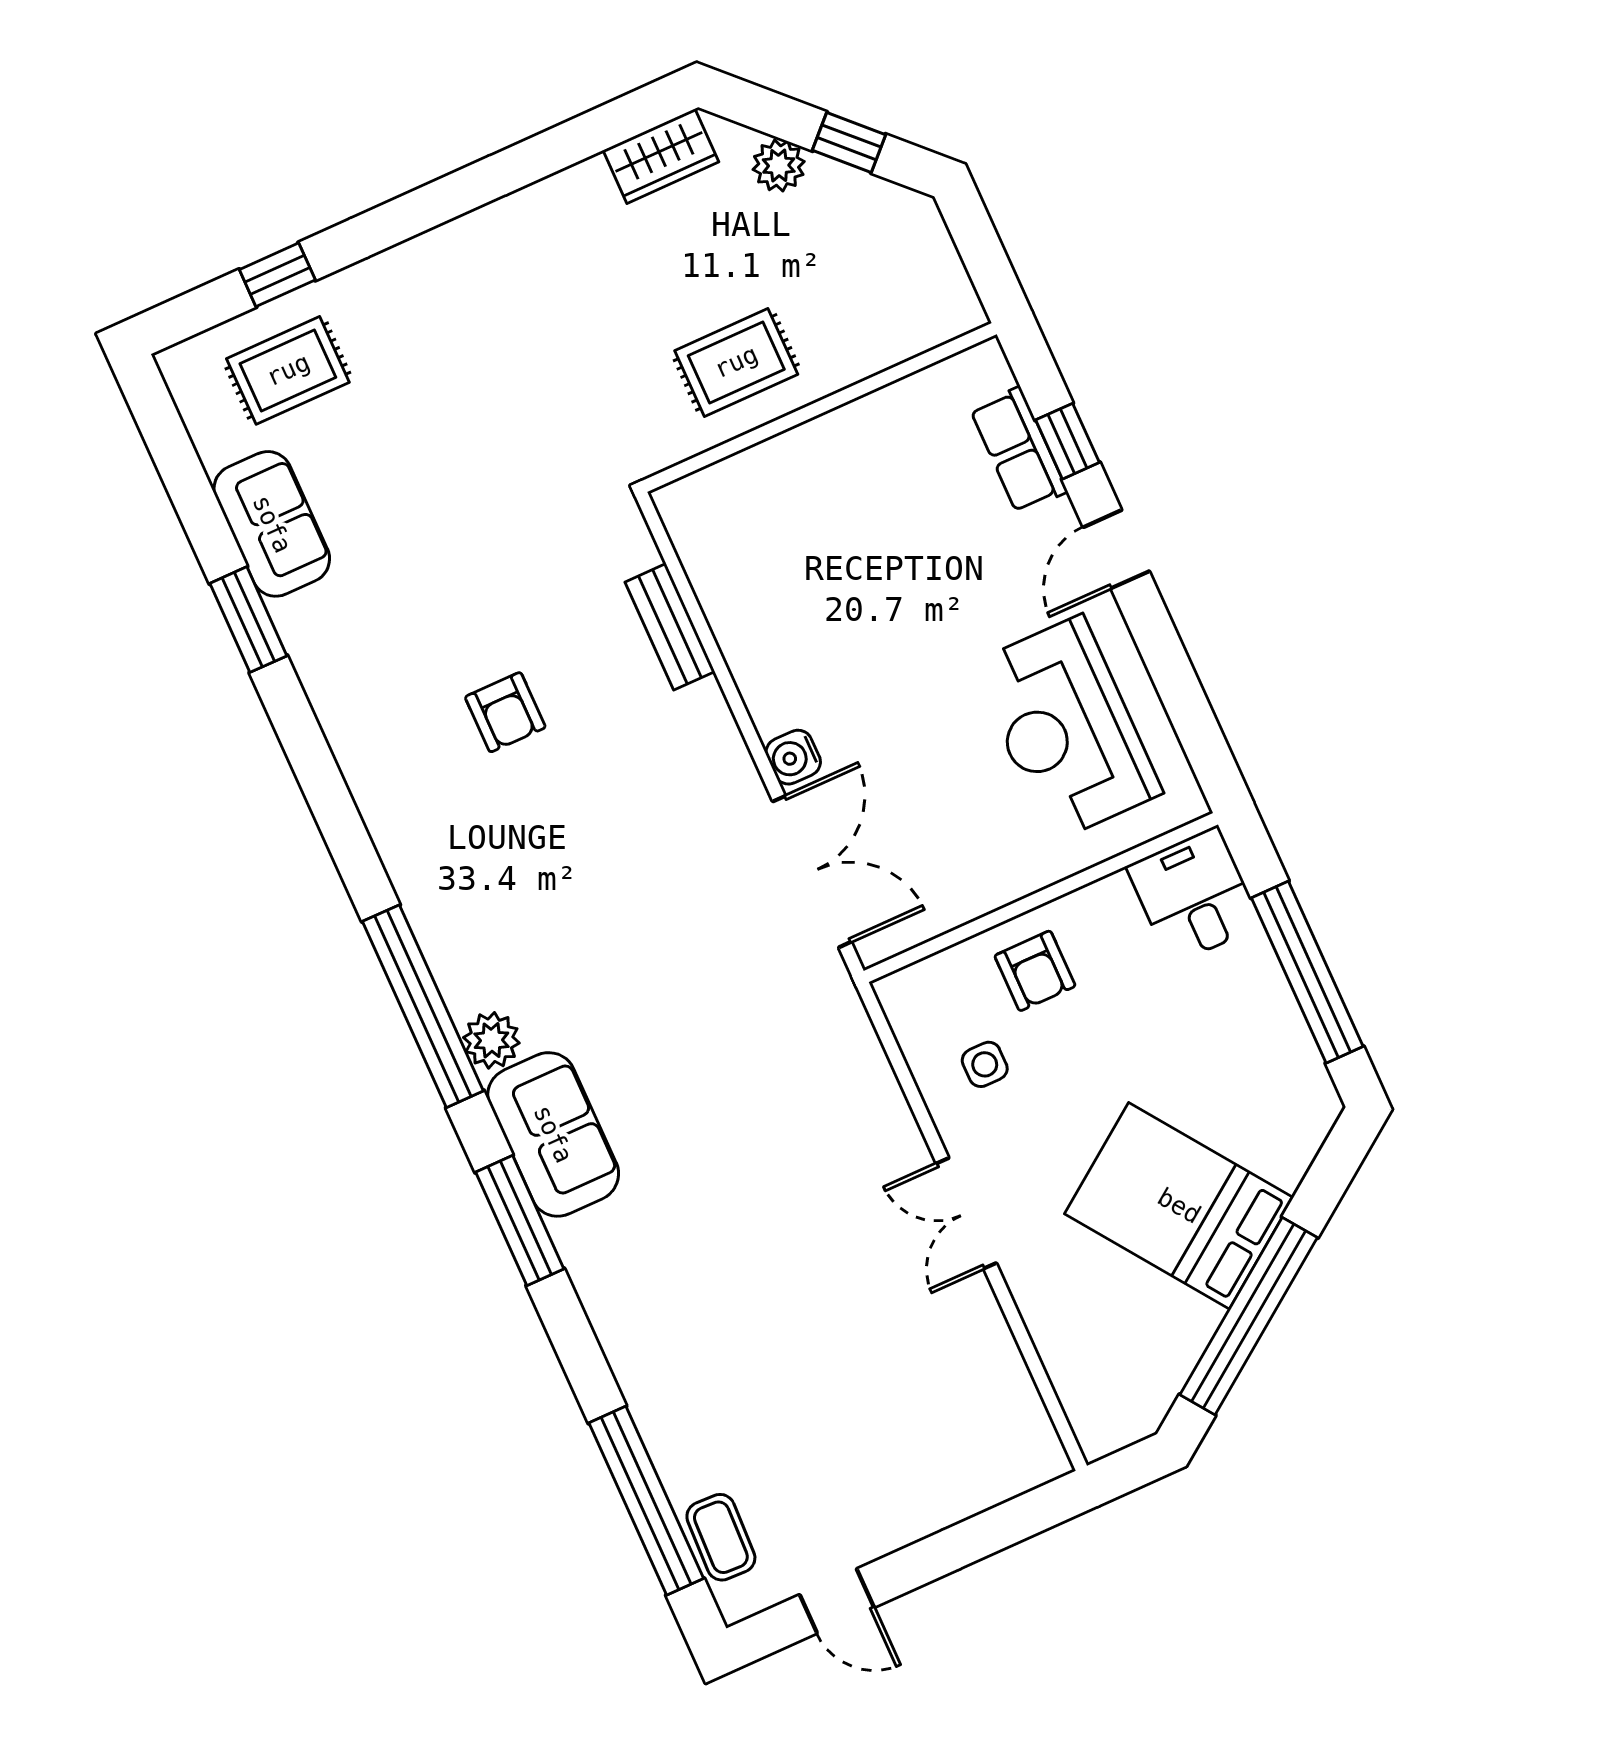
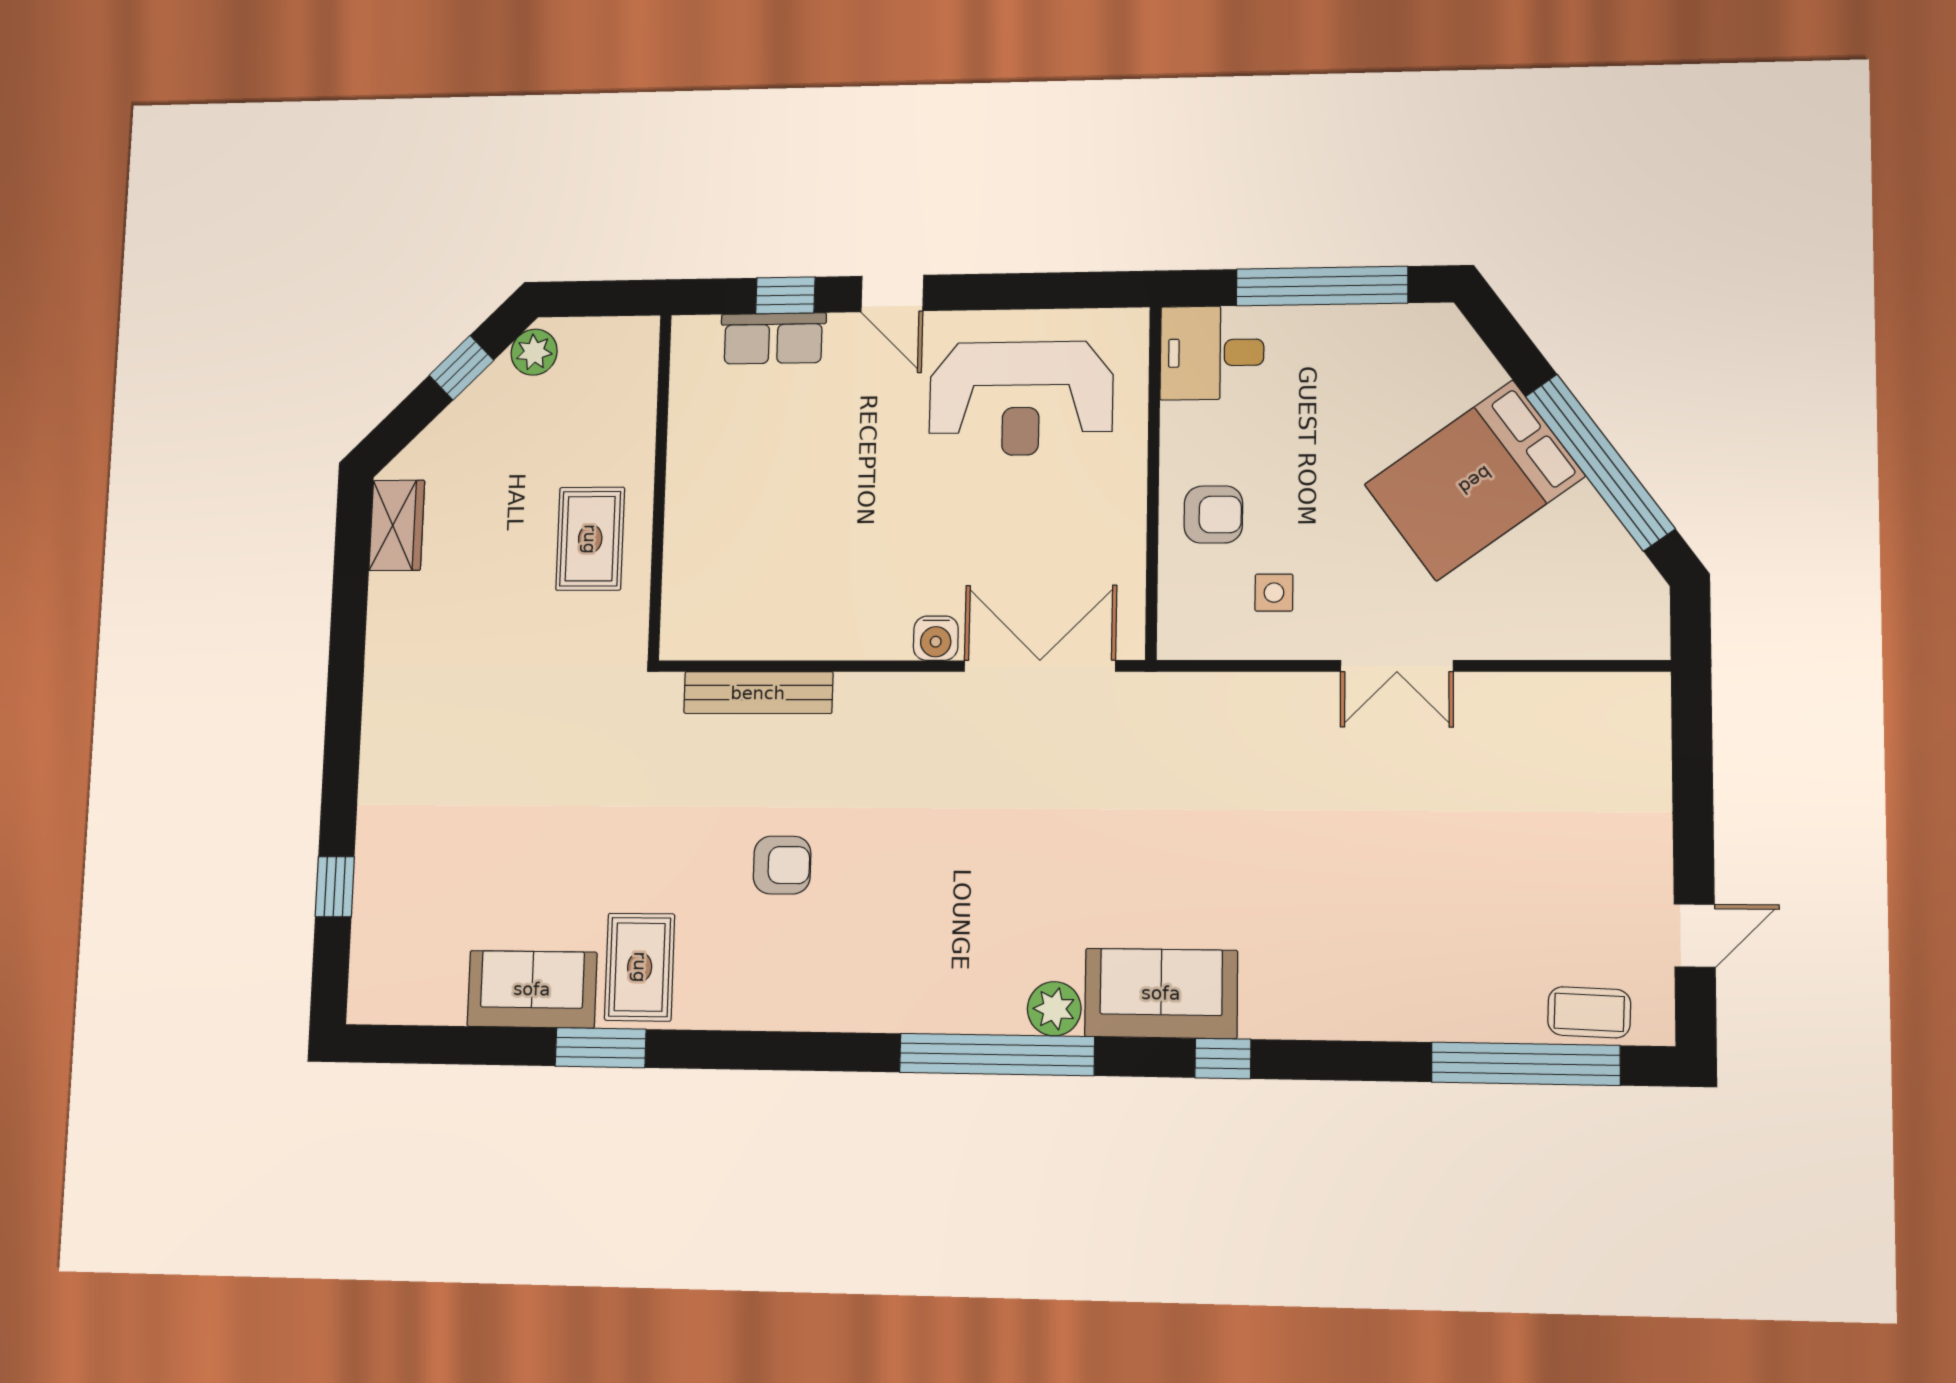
plant: (779, 166) -> (534, 352), moved
rug: (288, 370) -> (640, 967), moved
bench: (670, 627) -> (758, 693), width x1.36
window: (520, 1221) -> (1223, 1059), width x0.46

